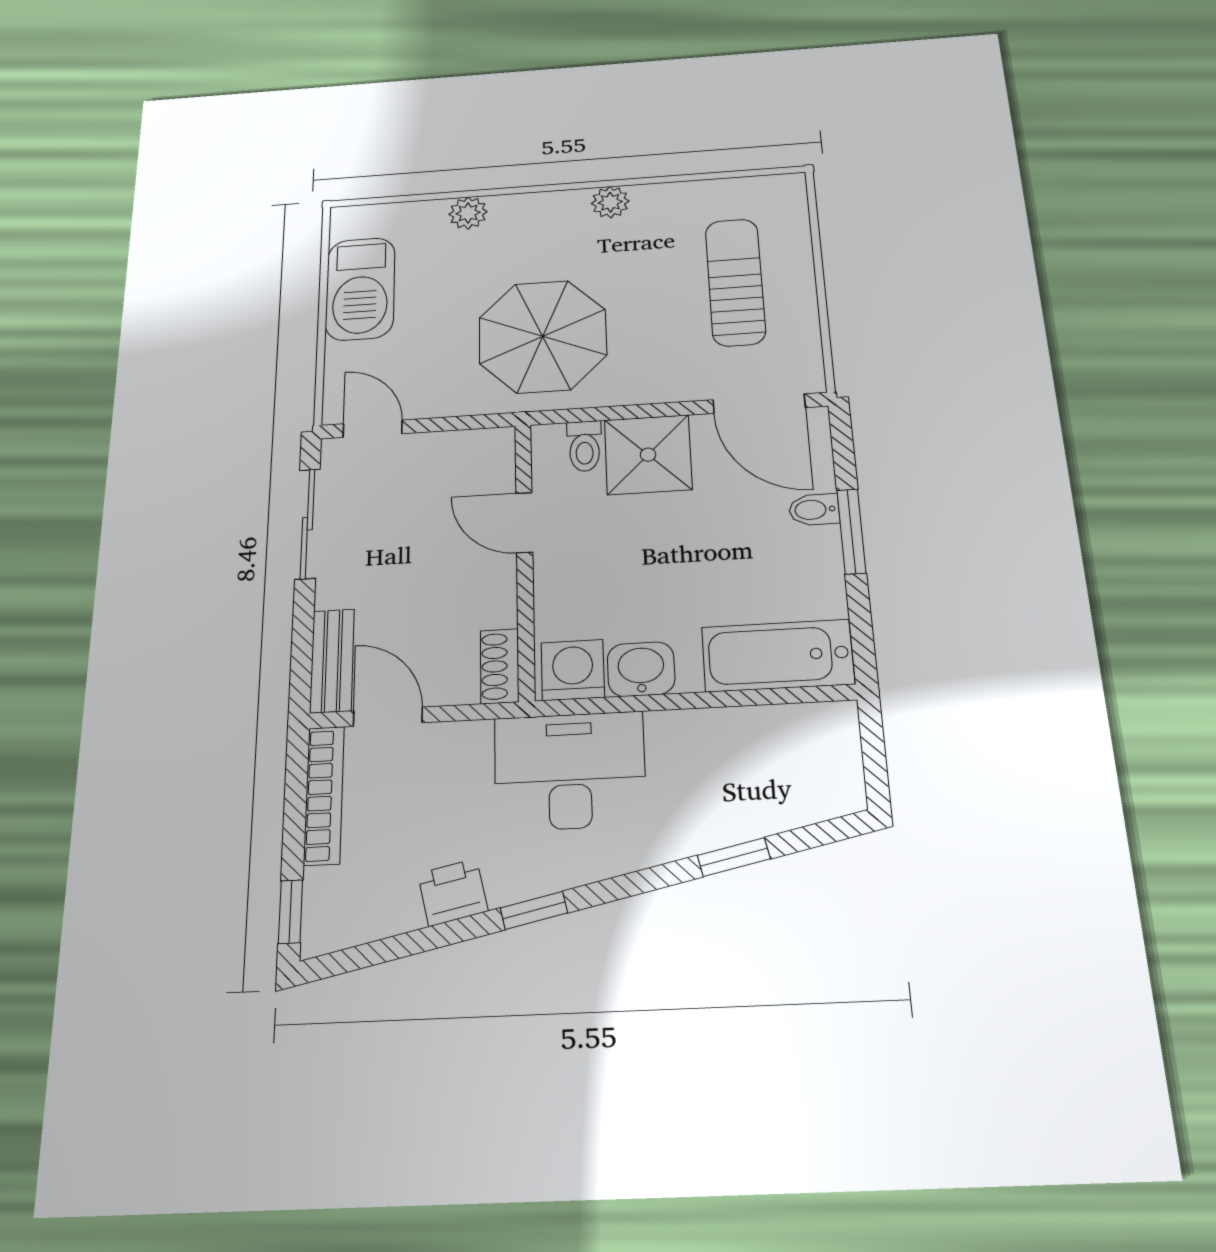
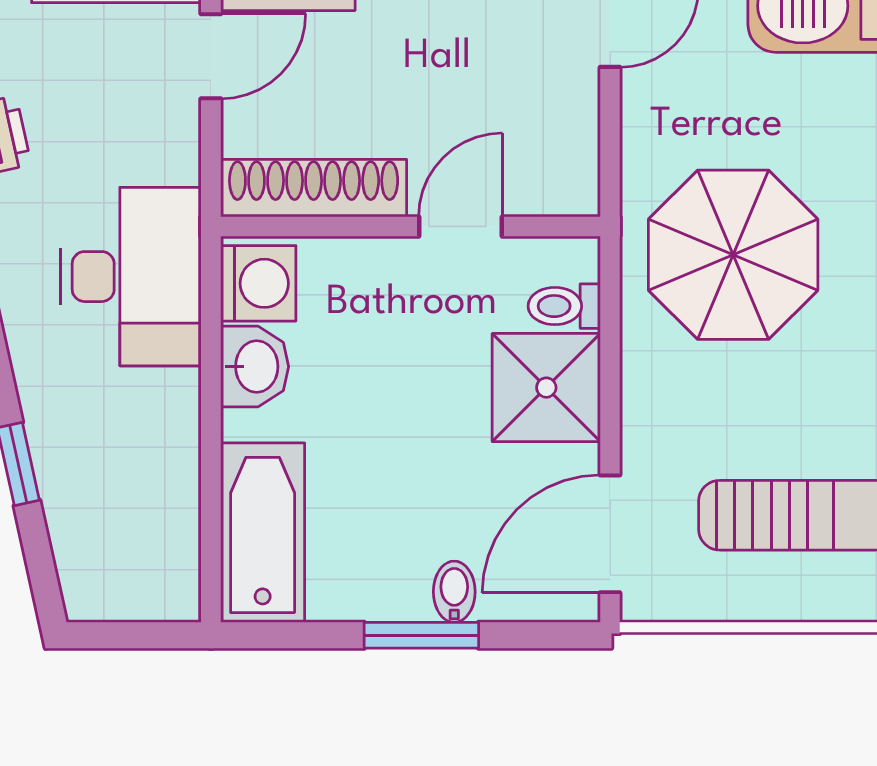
shoe rack: (500, 666) -> (314, 188), width x1.94, depth x1.24

